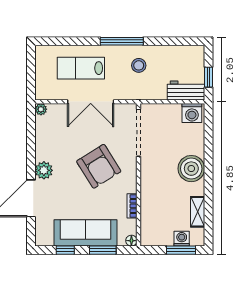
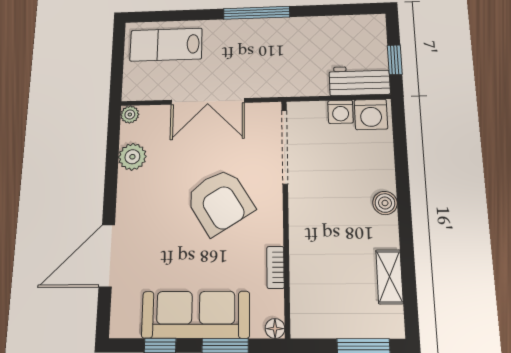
stool: (139, 65) -> (283, 46), removed
lab bench: (81, 68) -> (166, 45), moved
boiler: (191, 169) -> (385, 203), width x0.54, depth x0.54
plant: (44, 170) -> (132, 157), moved
washing machine: (182, 239) -> (341, 112), moved, turned 180

